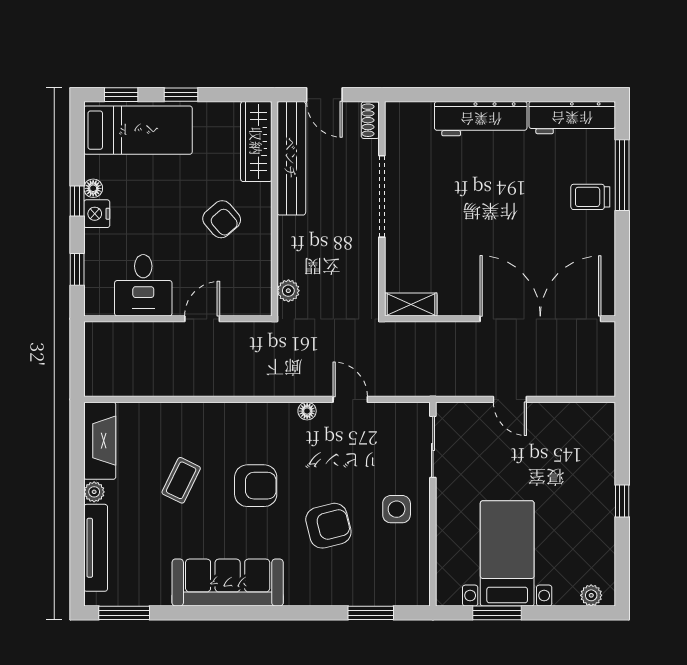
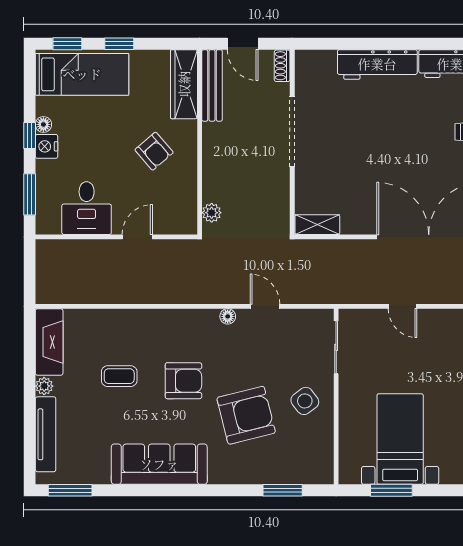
bench: (291, 158) -> (212, 85), width x0.73, depth x0.82
window: (77, 269) -> (30, 194), width x1.50
coffee table: (181, 480) -> (119, 376), turned 64
side table: (397, 509) -> (305, 401), turned -37
armchair: (328, 526) -> (246, 415), width x1.36, depth x1.36

